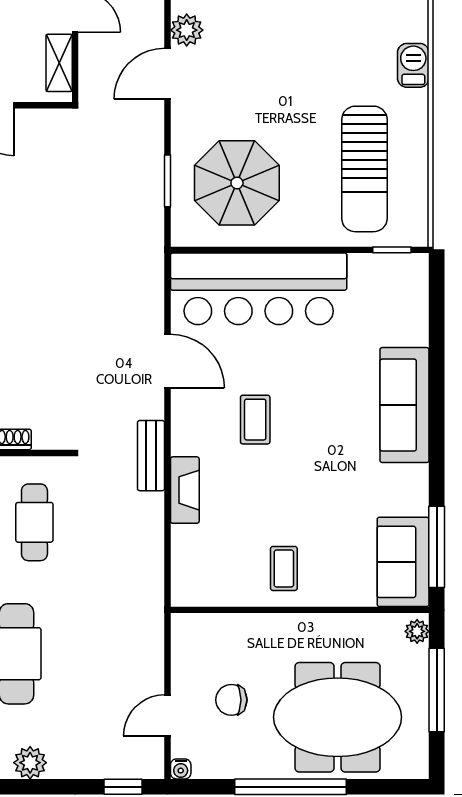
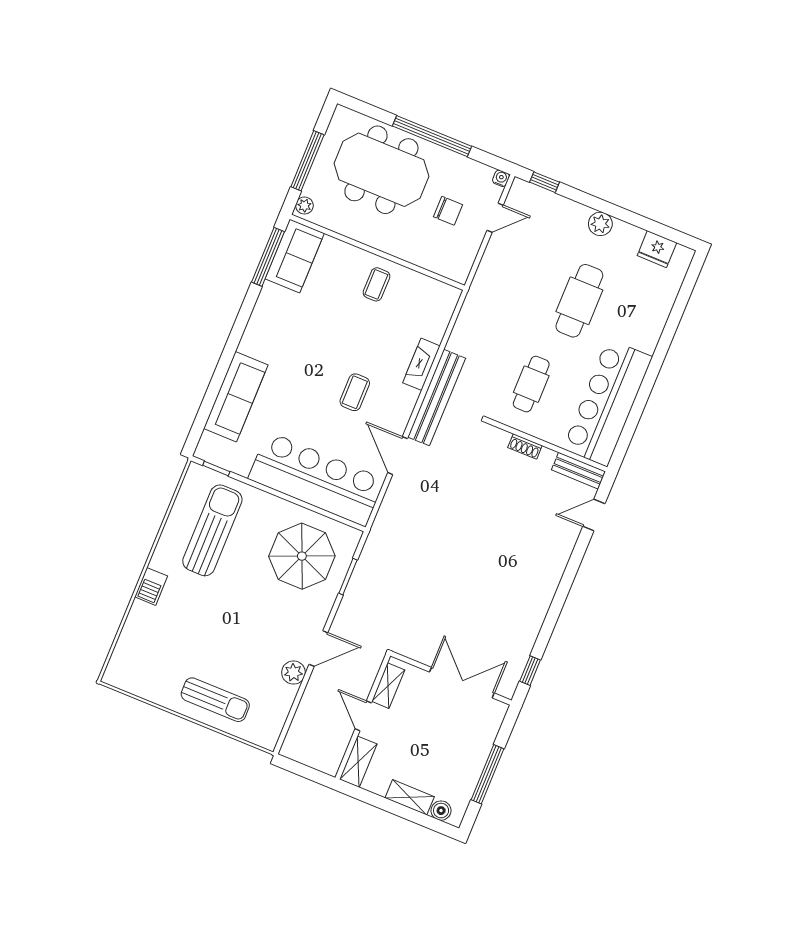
sofa: (404, 405) -> (236, 397), moved
bench: (151, 456) -> (437, 398), width x1.86, depth x1.21

